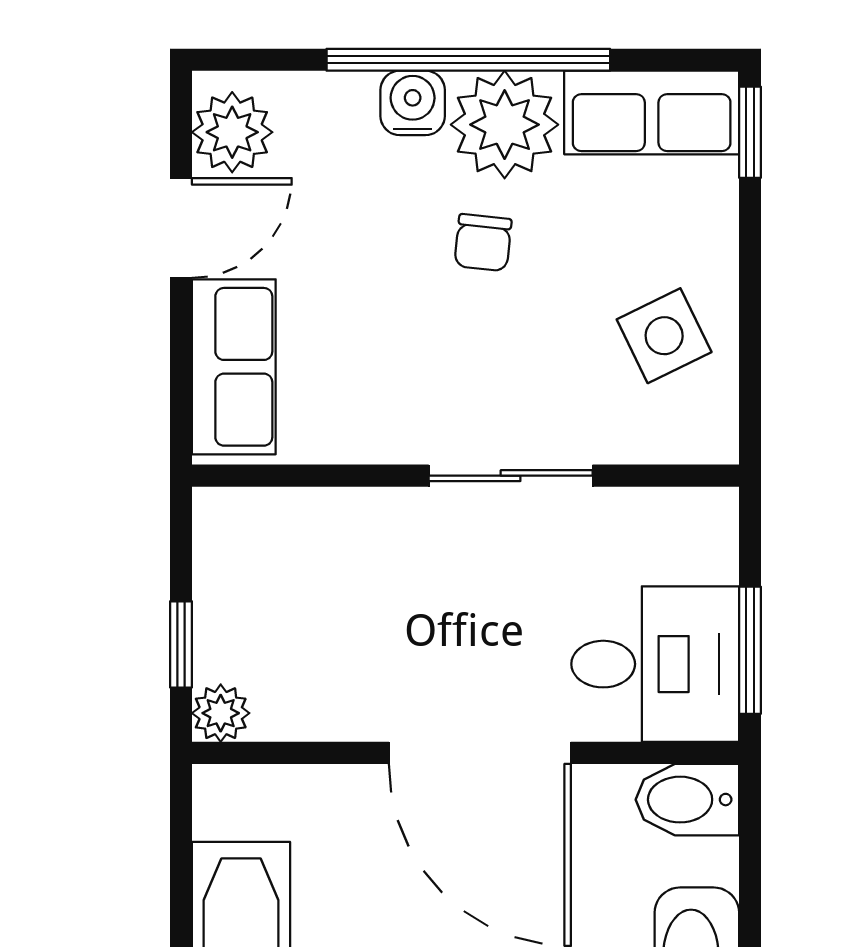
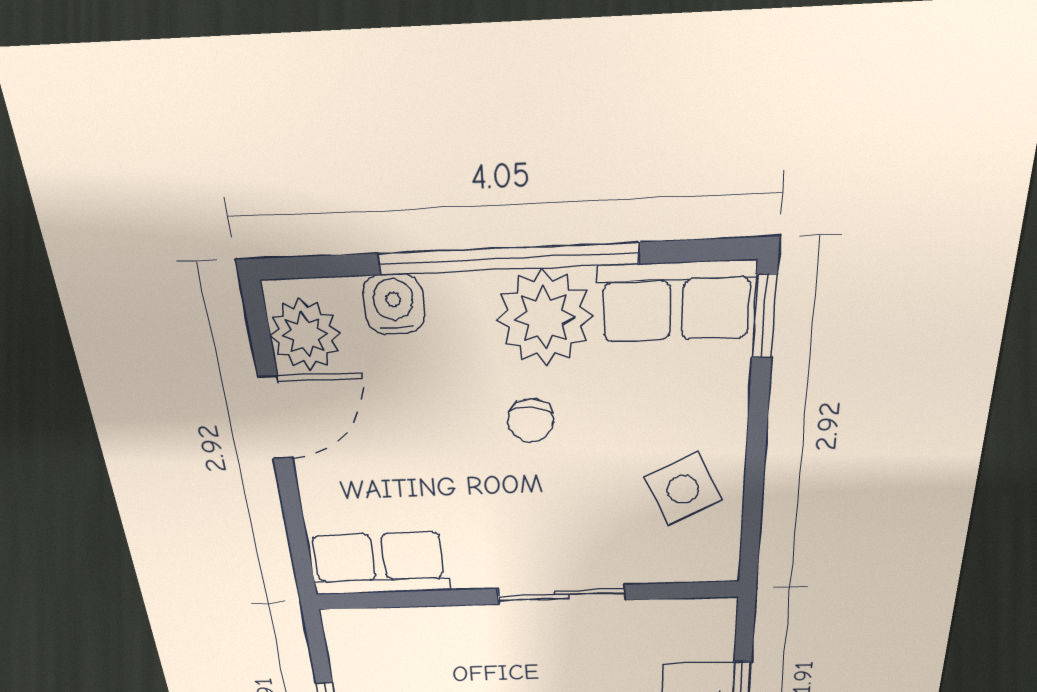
water cooler: (413, 103) -> (394, 304), moved
row of seats: (234, 367) -> (379, 564), moved, turned -90

